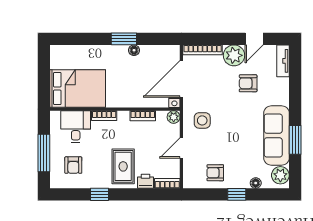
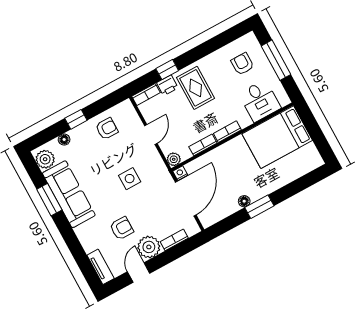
bookcase: (203, 50) -> (174, 240), width x0.64
bookcase: (104, 116) -> (227, 132), moved
side table: (202, 120) -> (130, 179), moved
window: (100, 194) -> (167, 70), moved

